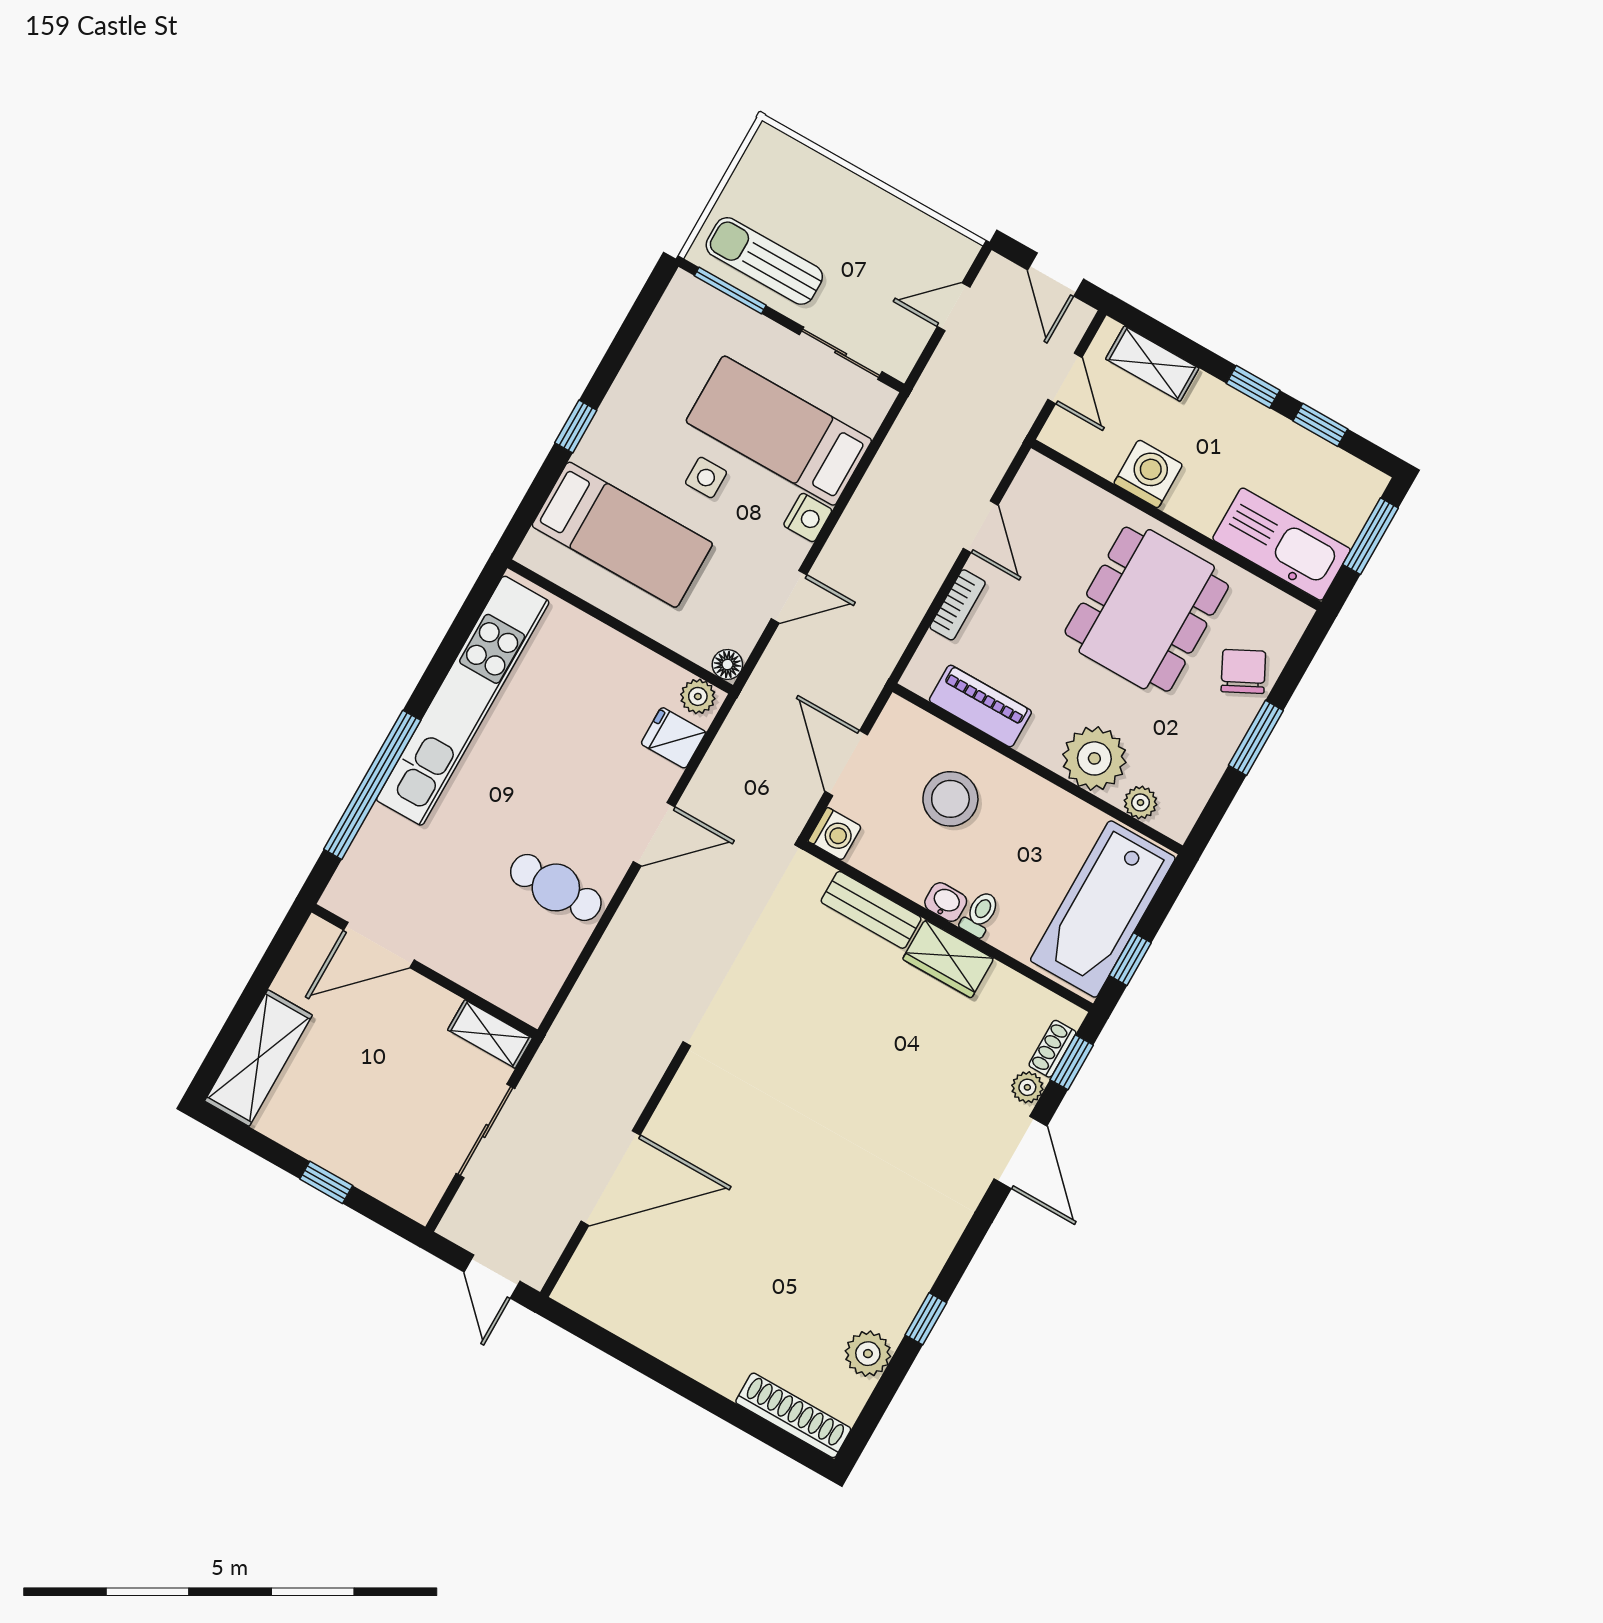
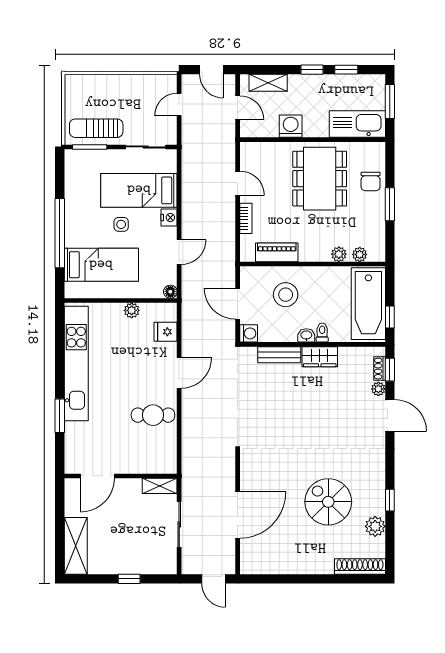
window: (576, 427) -> (60, 233), width x3.17
chair: (1243, 671) -> (371, 181), turned -153
plant: (698, 696) -> (132, 310), moved
plant: (1094, 758) -> (339, 254), width x0.53, depth x0.53
window: (372, 785) -> (60, 416), width x0.47
spiral stairs: (803, 1253) -> (328, 502), added

